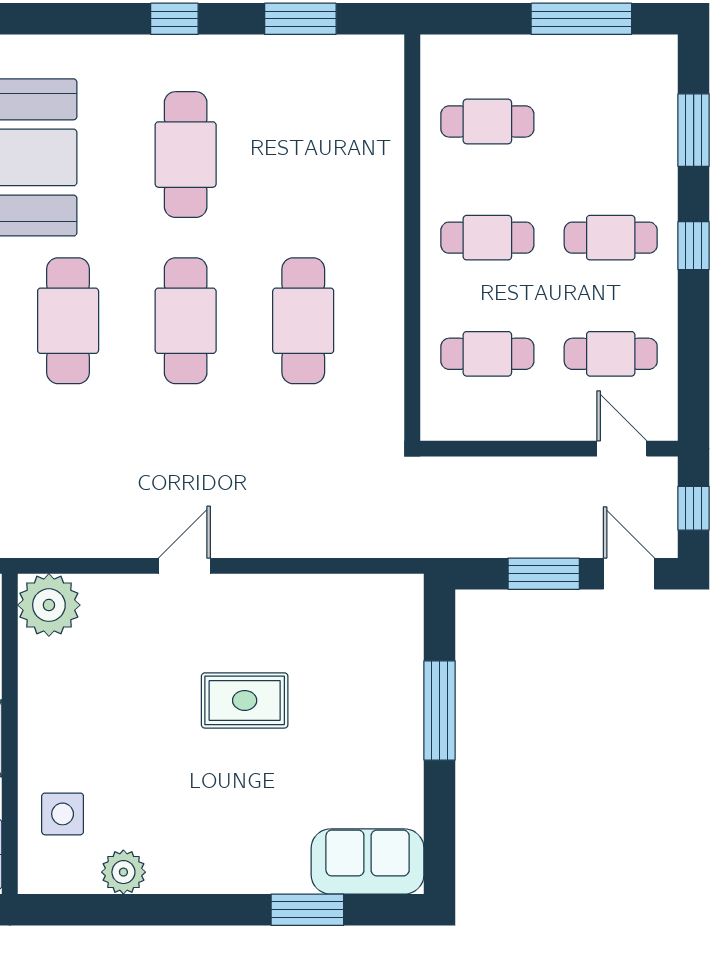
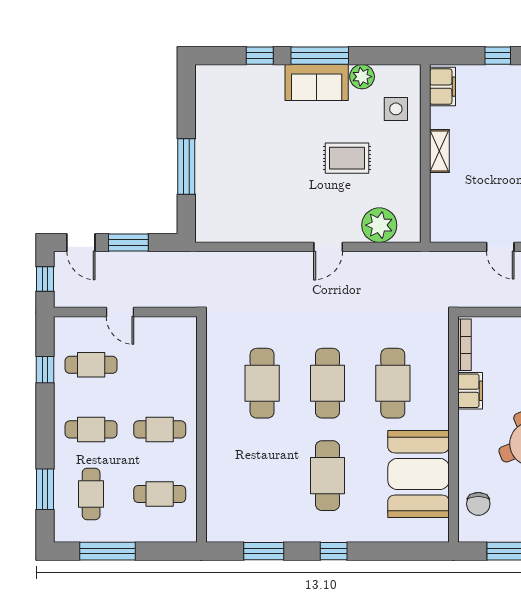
window: (694, 246) -> (45, 370), moved
cafe table: (487, 354) -> (91, 494), moved, turned 90
door: (622, 449) -> (120, 312), moved
plant: (49, 605) -> (379, 225), moved
rug: (245, 700) -> (347, 158), moved
sofa: (368, 861) -> (317, 83), moved
window: (199, 910) -> (320, 56), added
window: (307, 910) -> (260, 56), width x0.67

